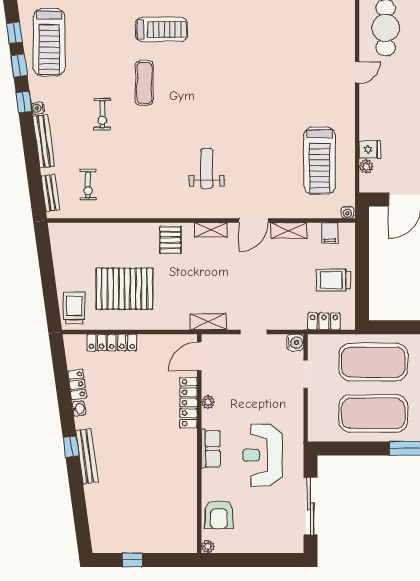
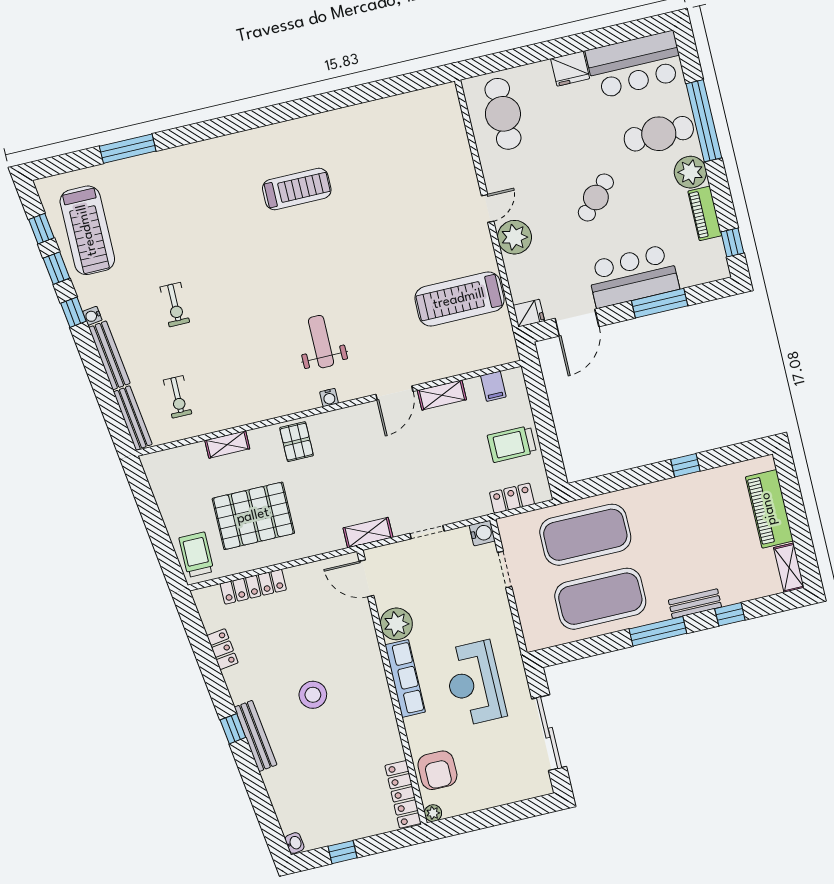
treadmill: (161, 29) -> (297, 189), moved
door: (357, 72) -> (488, 208), moved
exercise mat: (144, 83) -> (218, 253), removed
fridge: (370, 149) -> (529, 313), moved
treadmill: (320, 161) -> (459, 299), turned 90
plant: (366, 167) -> (514, 237), moved, width x1.87, depth x1.87
bench: (50, 193) -> (133, 418), width x1.36
water cooler: (347, 212) -> (329, 398), moved
shelving: (211, 230) -> (227, 445), moved
door: (199, 356) -> (367, 578), hinge flipped
plant: (208, 402) -> (396, 624), width x1.88, depth x1.88
locker: (189, 403) -> (403, 794), moved
washbasin: (79, 409) -> (295, 843), moved
stool: (138, 435) -> (313, 695), added
row of seats: (211, 449) -> (405, 678), width x1.48

